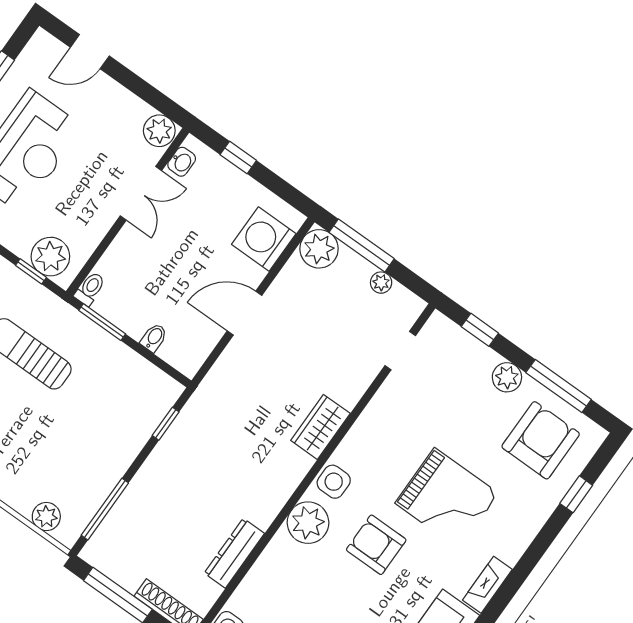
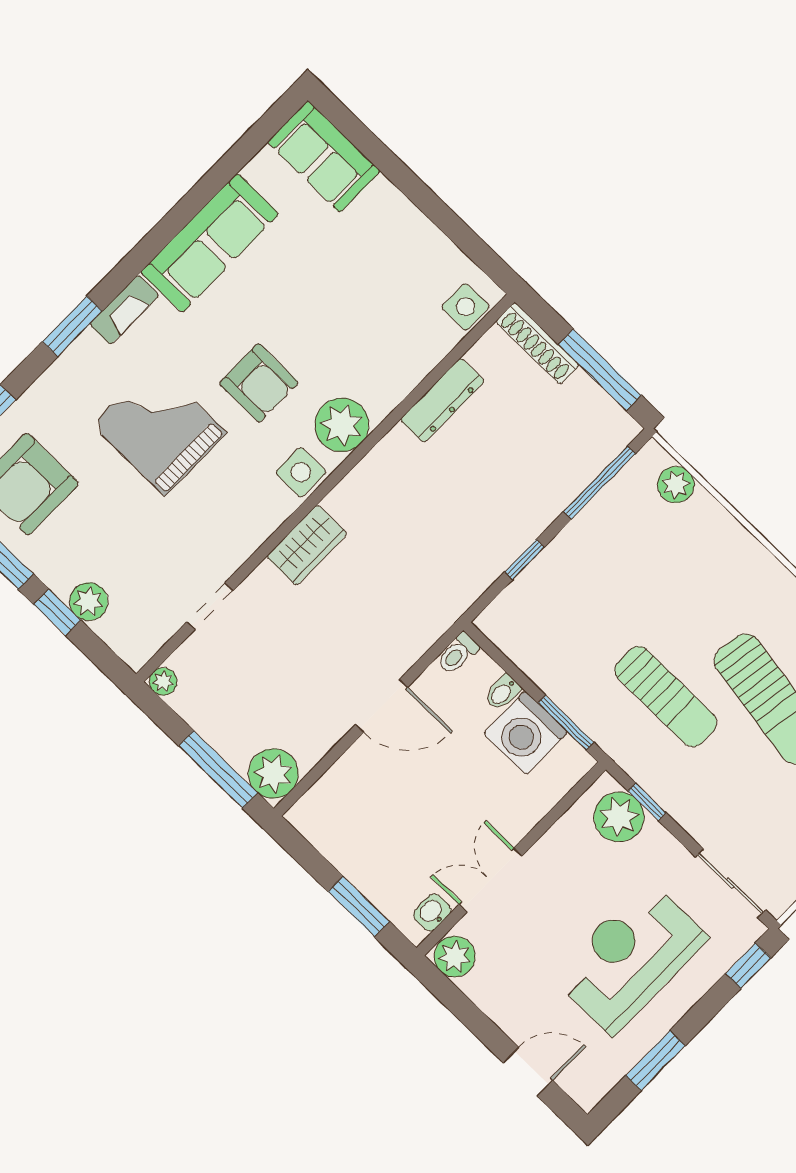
window: (238, 158) -> (359, 907), width x1.50
washing machine: (264, 239) -> (526, 733), moved, turned 90
plant: (381, 283) -> (163, 682), moved
toilet: (90, 289) -> (458, 654), moved
window: (480, 330) -> (57, 612), moved
doorway: (400, 351) -> (210, 606), moved
plant: (507, 377) -> (89, 602), moved
window: (166, 424) -> (524, 559), moved
window: (525, 566) -> (72, 326), added

